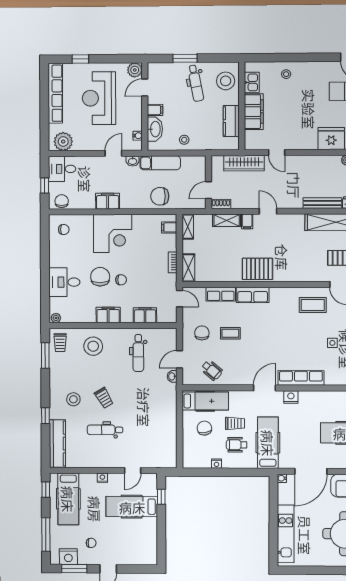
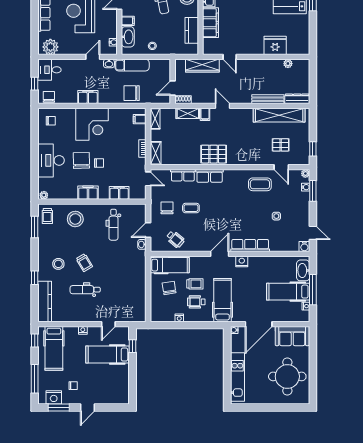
desk: (64, 282) -> (51, 160), width x1.37

